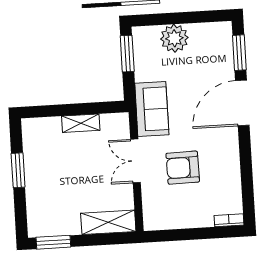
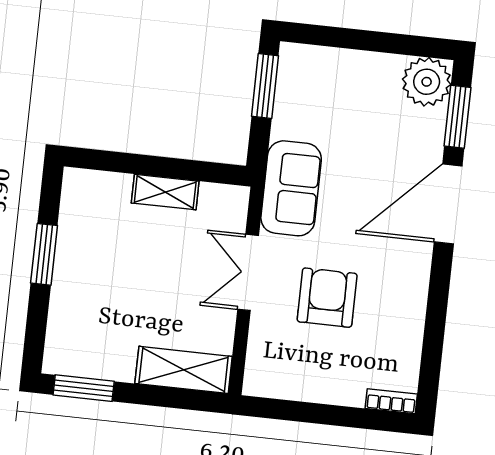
plant: (174, 38) -> (427, 82), moved
armchair: (183, 168) -> (327, 298), turned 91

